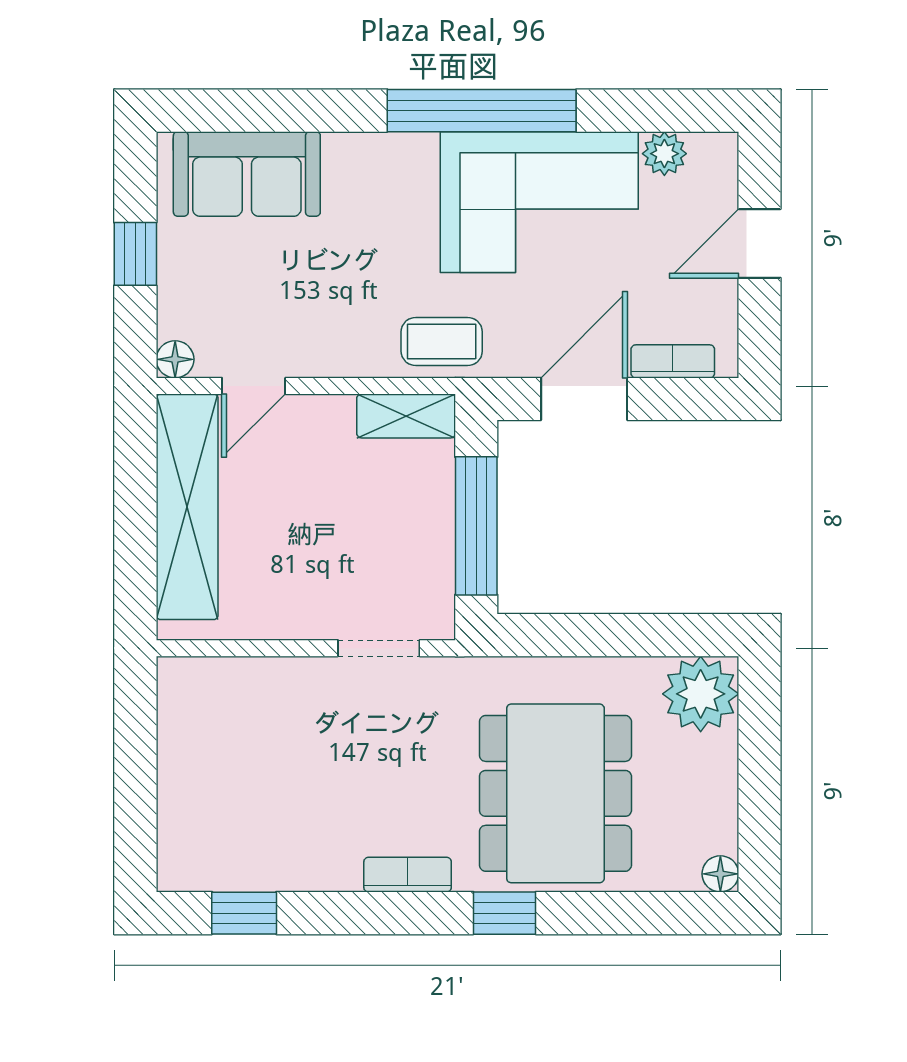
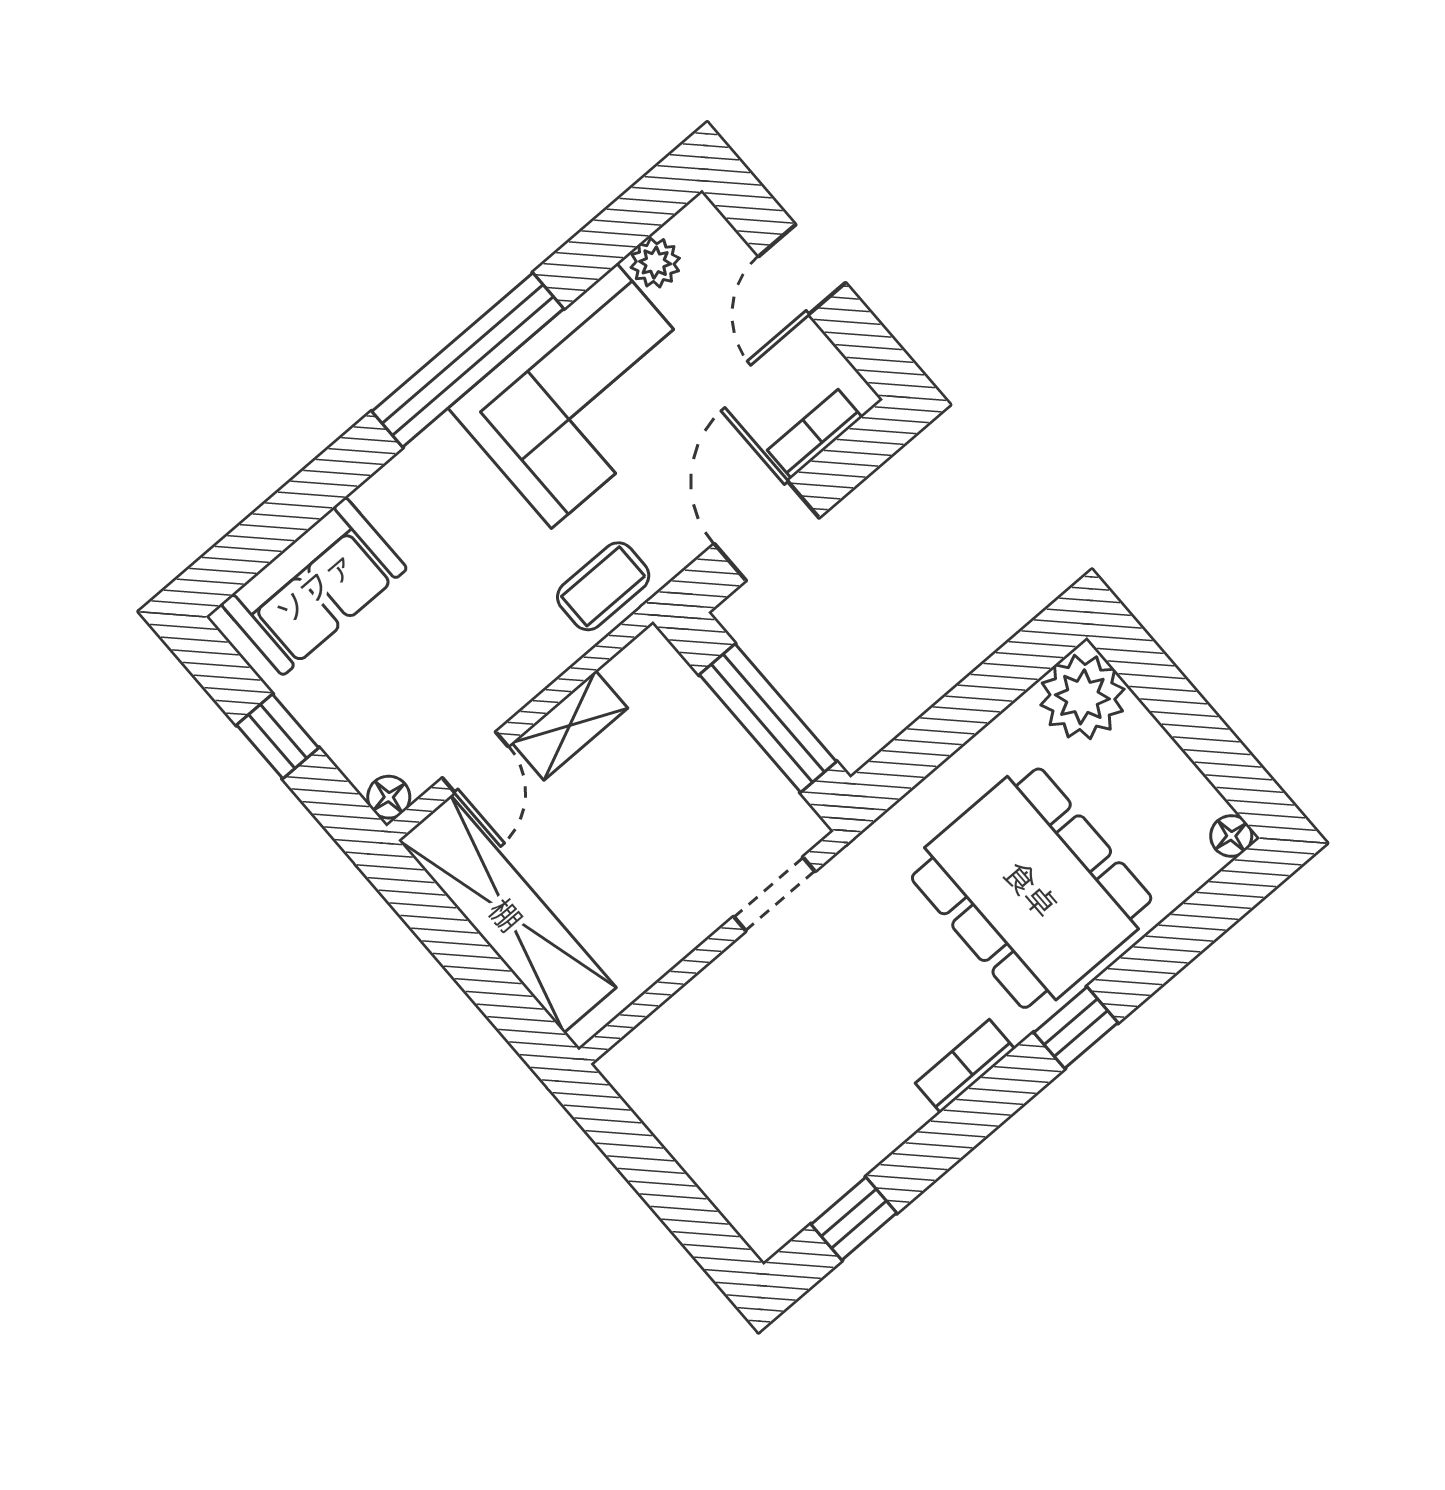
shelving: (406, 416) -> (570, 725), moved

